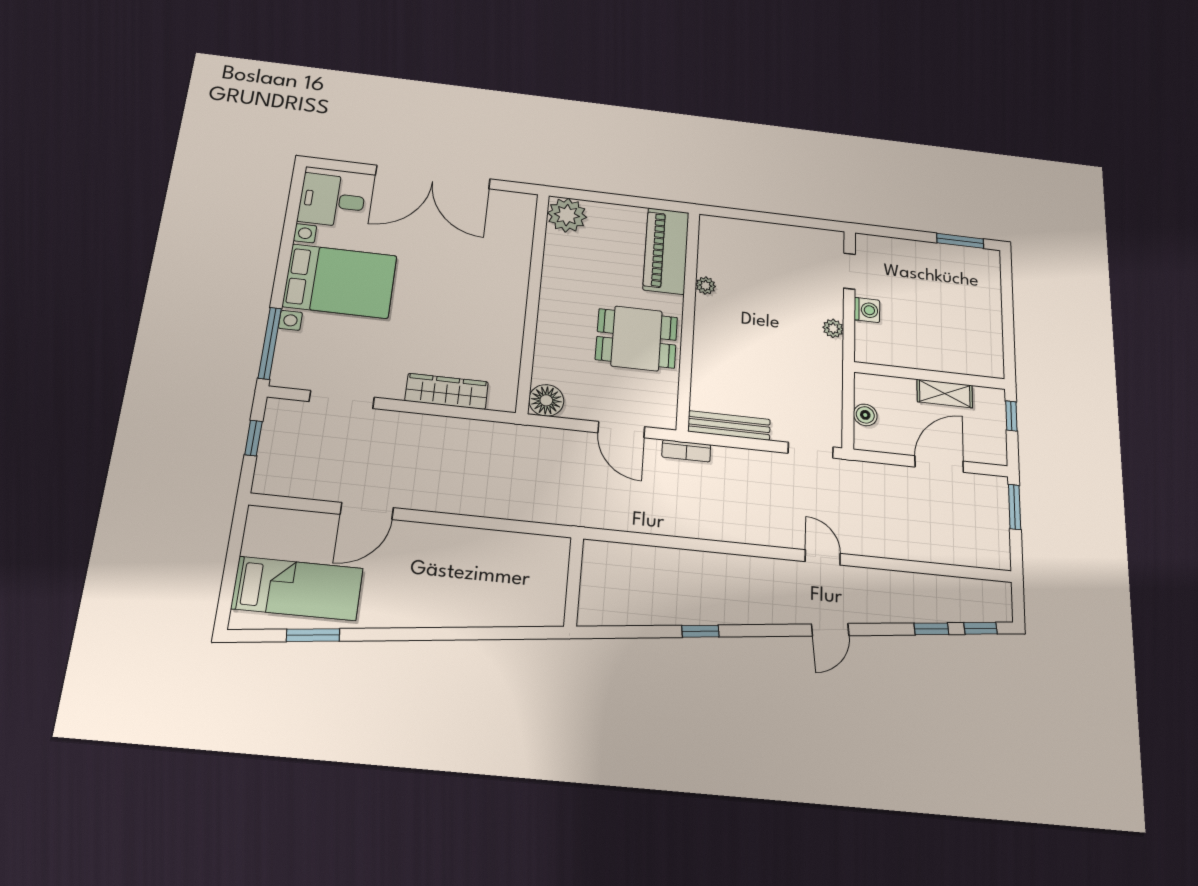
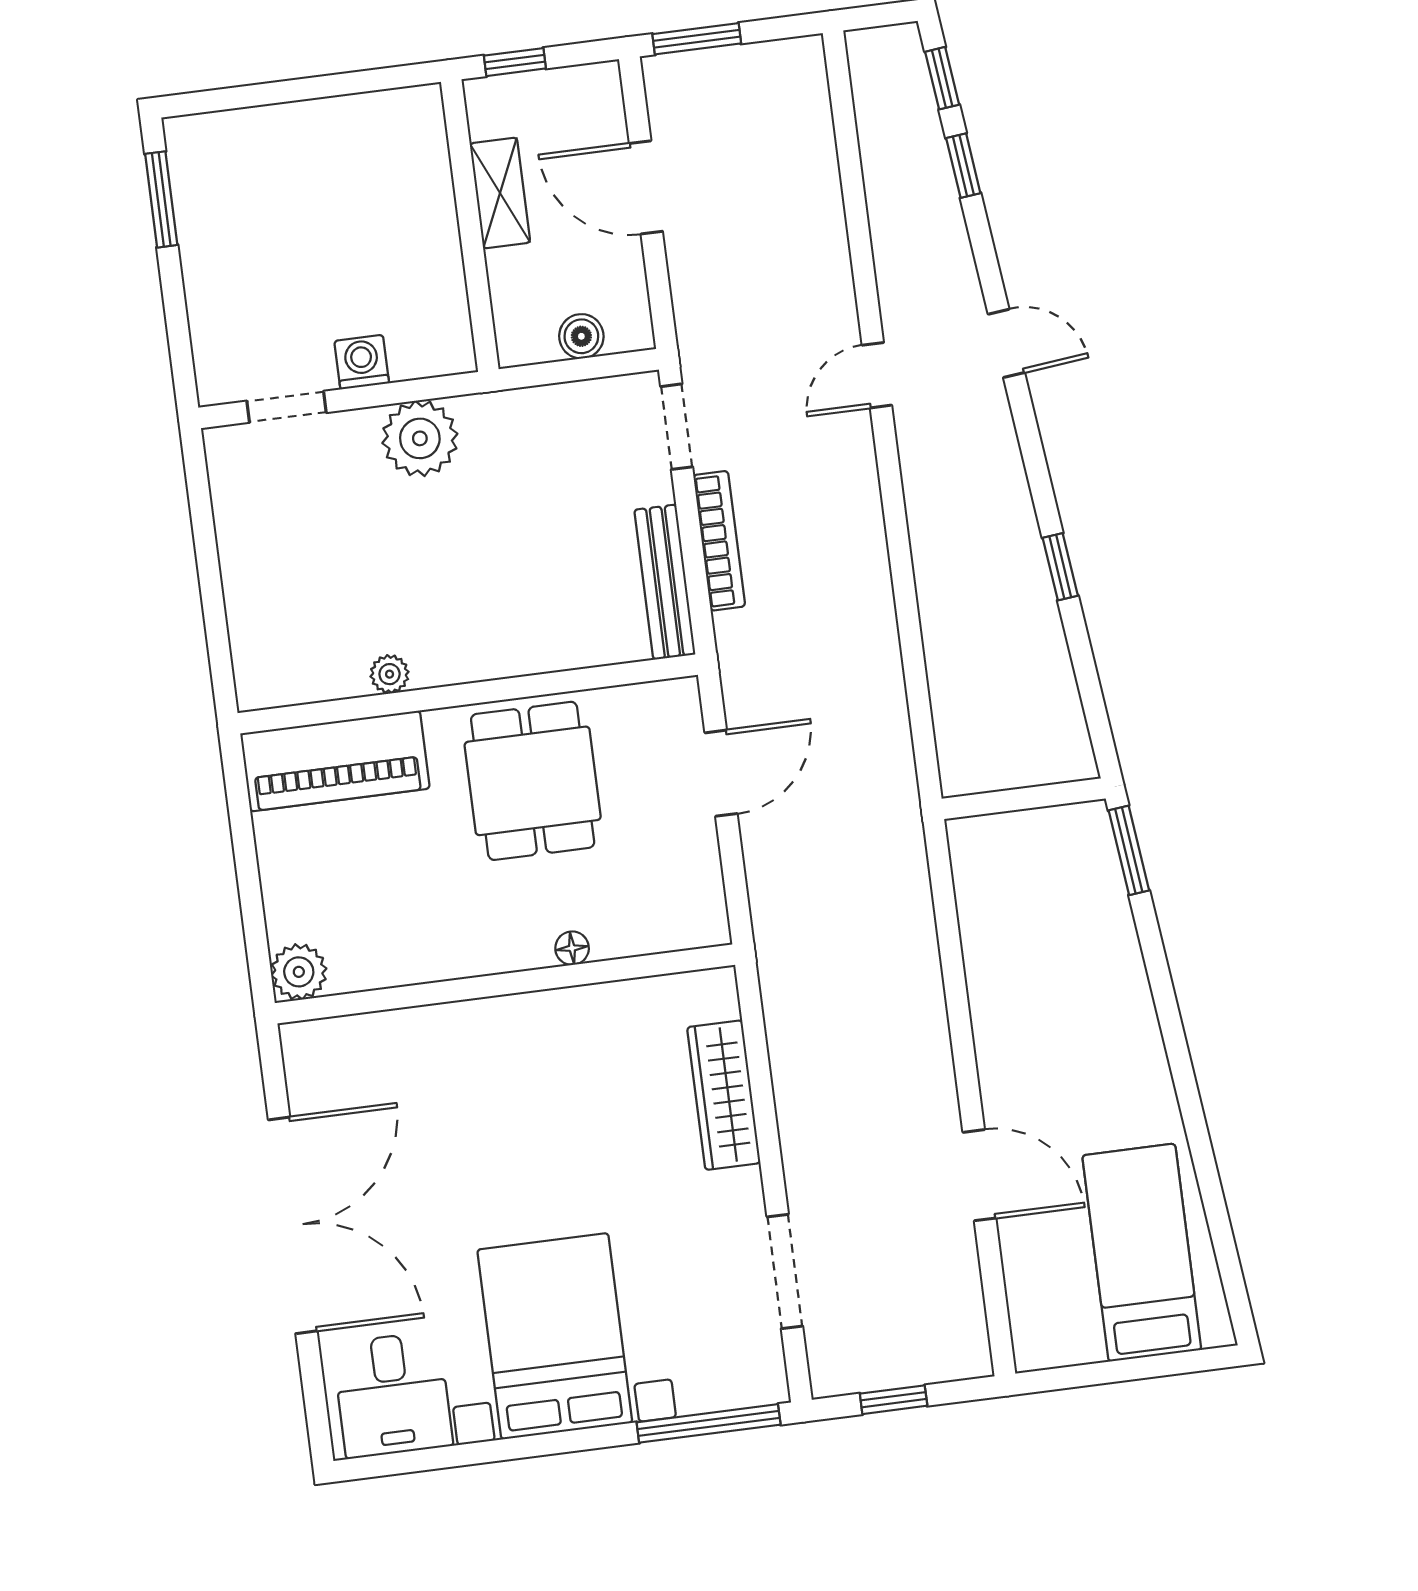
plant: (567, 215) -> (299, 972), width x0.73, depth x0.73
plant: (833, 328) -> (420, 438), width x1.87, depth x1.87
floor lamp: (546, 400) -> (572, 948), moved, width x0.53, depth x0.53
bookcase: (686, 451) -> (719, 541), moved, width x1.56
window: (313, 635) -> (1129, 850), moved

